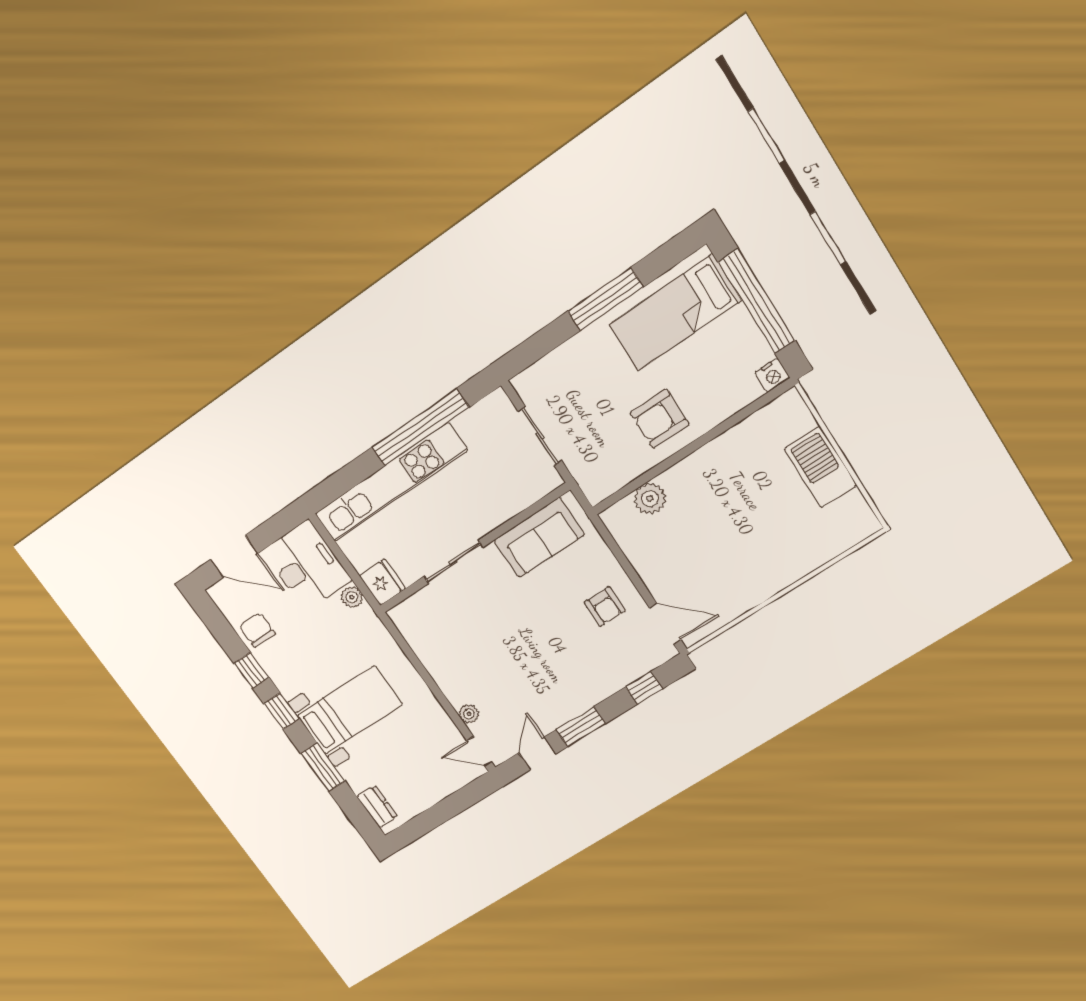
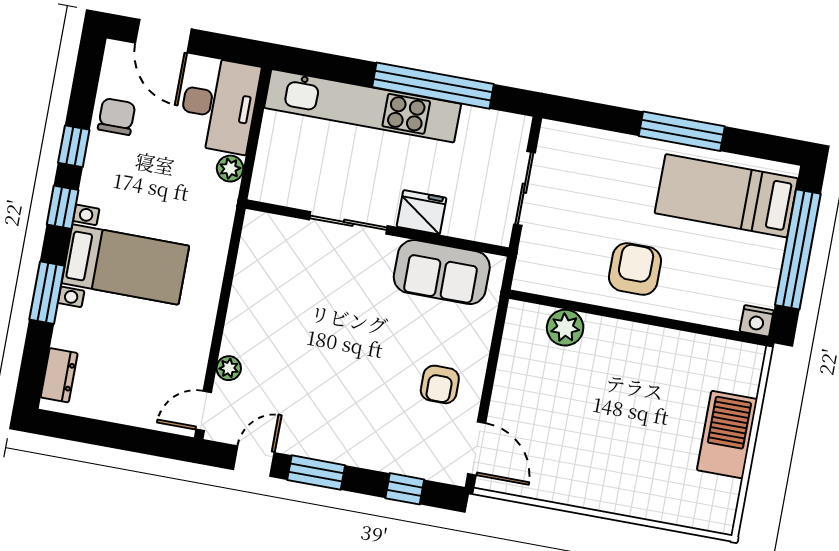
armchair: (660, 419) -> (635, 269), turned 90
fridge: (382, 582) -> (422, 212), moved, turned -90
door: (479, 752) -> (204, 411), hinge flipped

